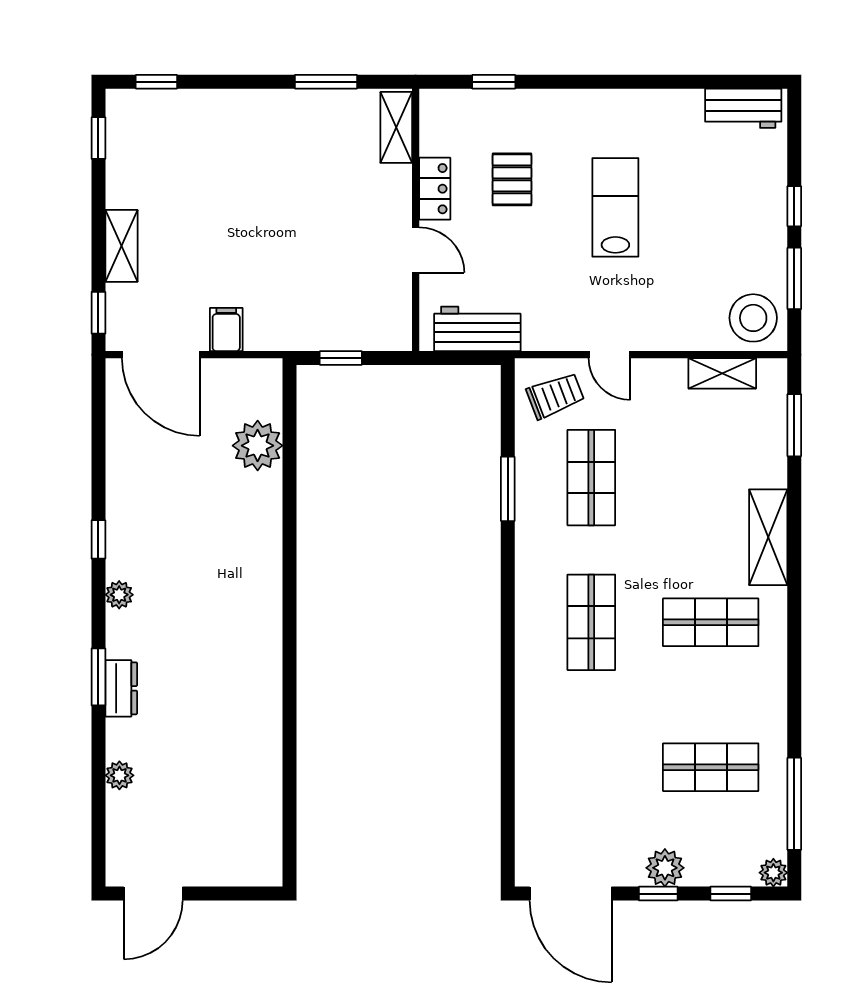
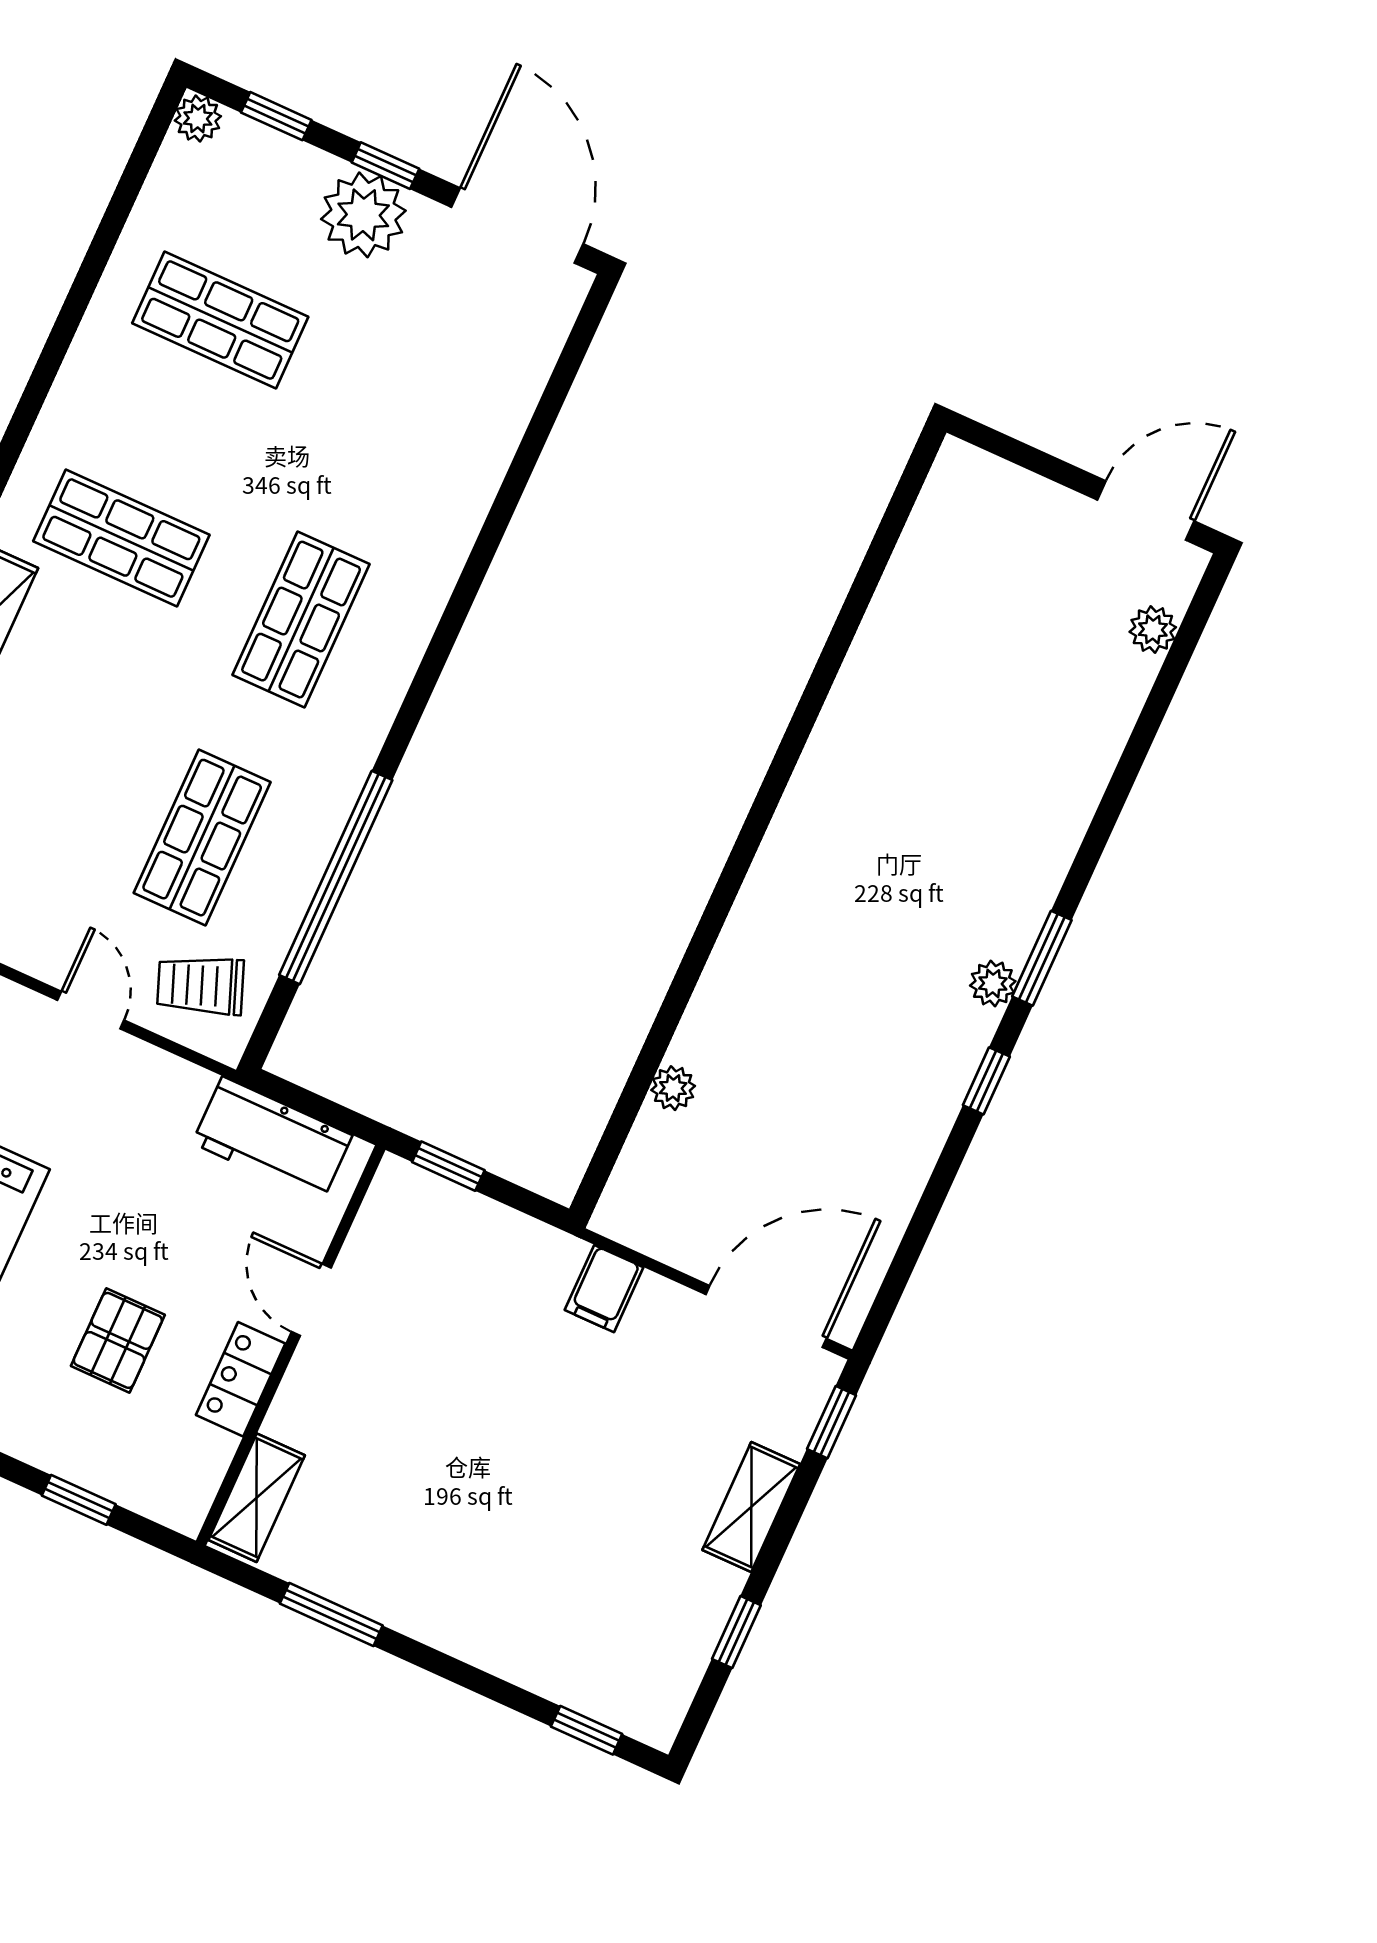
window: (98, 138) -> (736, 1632), moved
filing cabinet: (226, 329) -> (604, 1289), moved
door: (161, 355) -> (766, 1317), hinge flipped
window: (341, 358) -> (448, 1166), moved
plant: (258, 446) -> (673, 1088), width x0.53, depth x0.53
window: (508, 489) -> (336, 877), width x2.11
window: (98, 677) -> (1042, 958), moved
dresser: (121, 688) -> (1054, 841), removed
plant: (119, 775) -> (1153, 630), moved
window: (794, 804) -> (119, 208), removed
plant: (665, 868) -> (363, 215), width x1.36, depth x1.36

